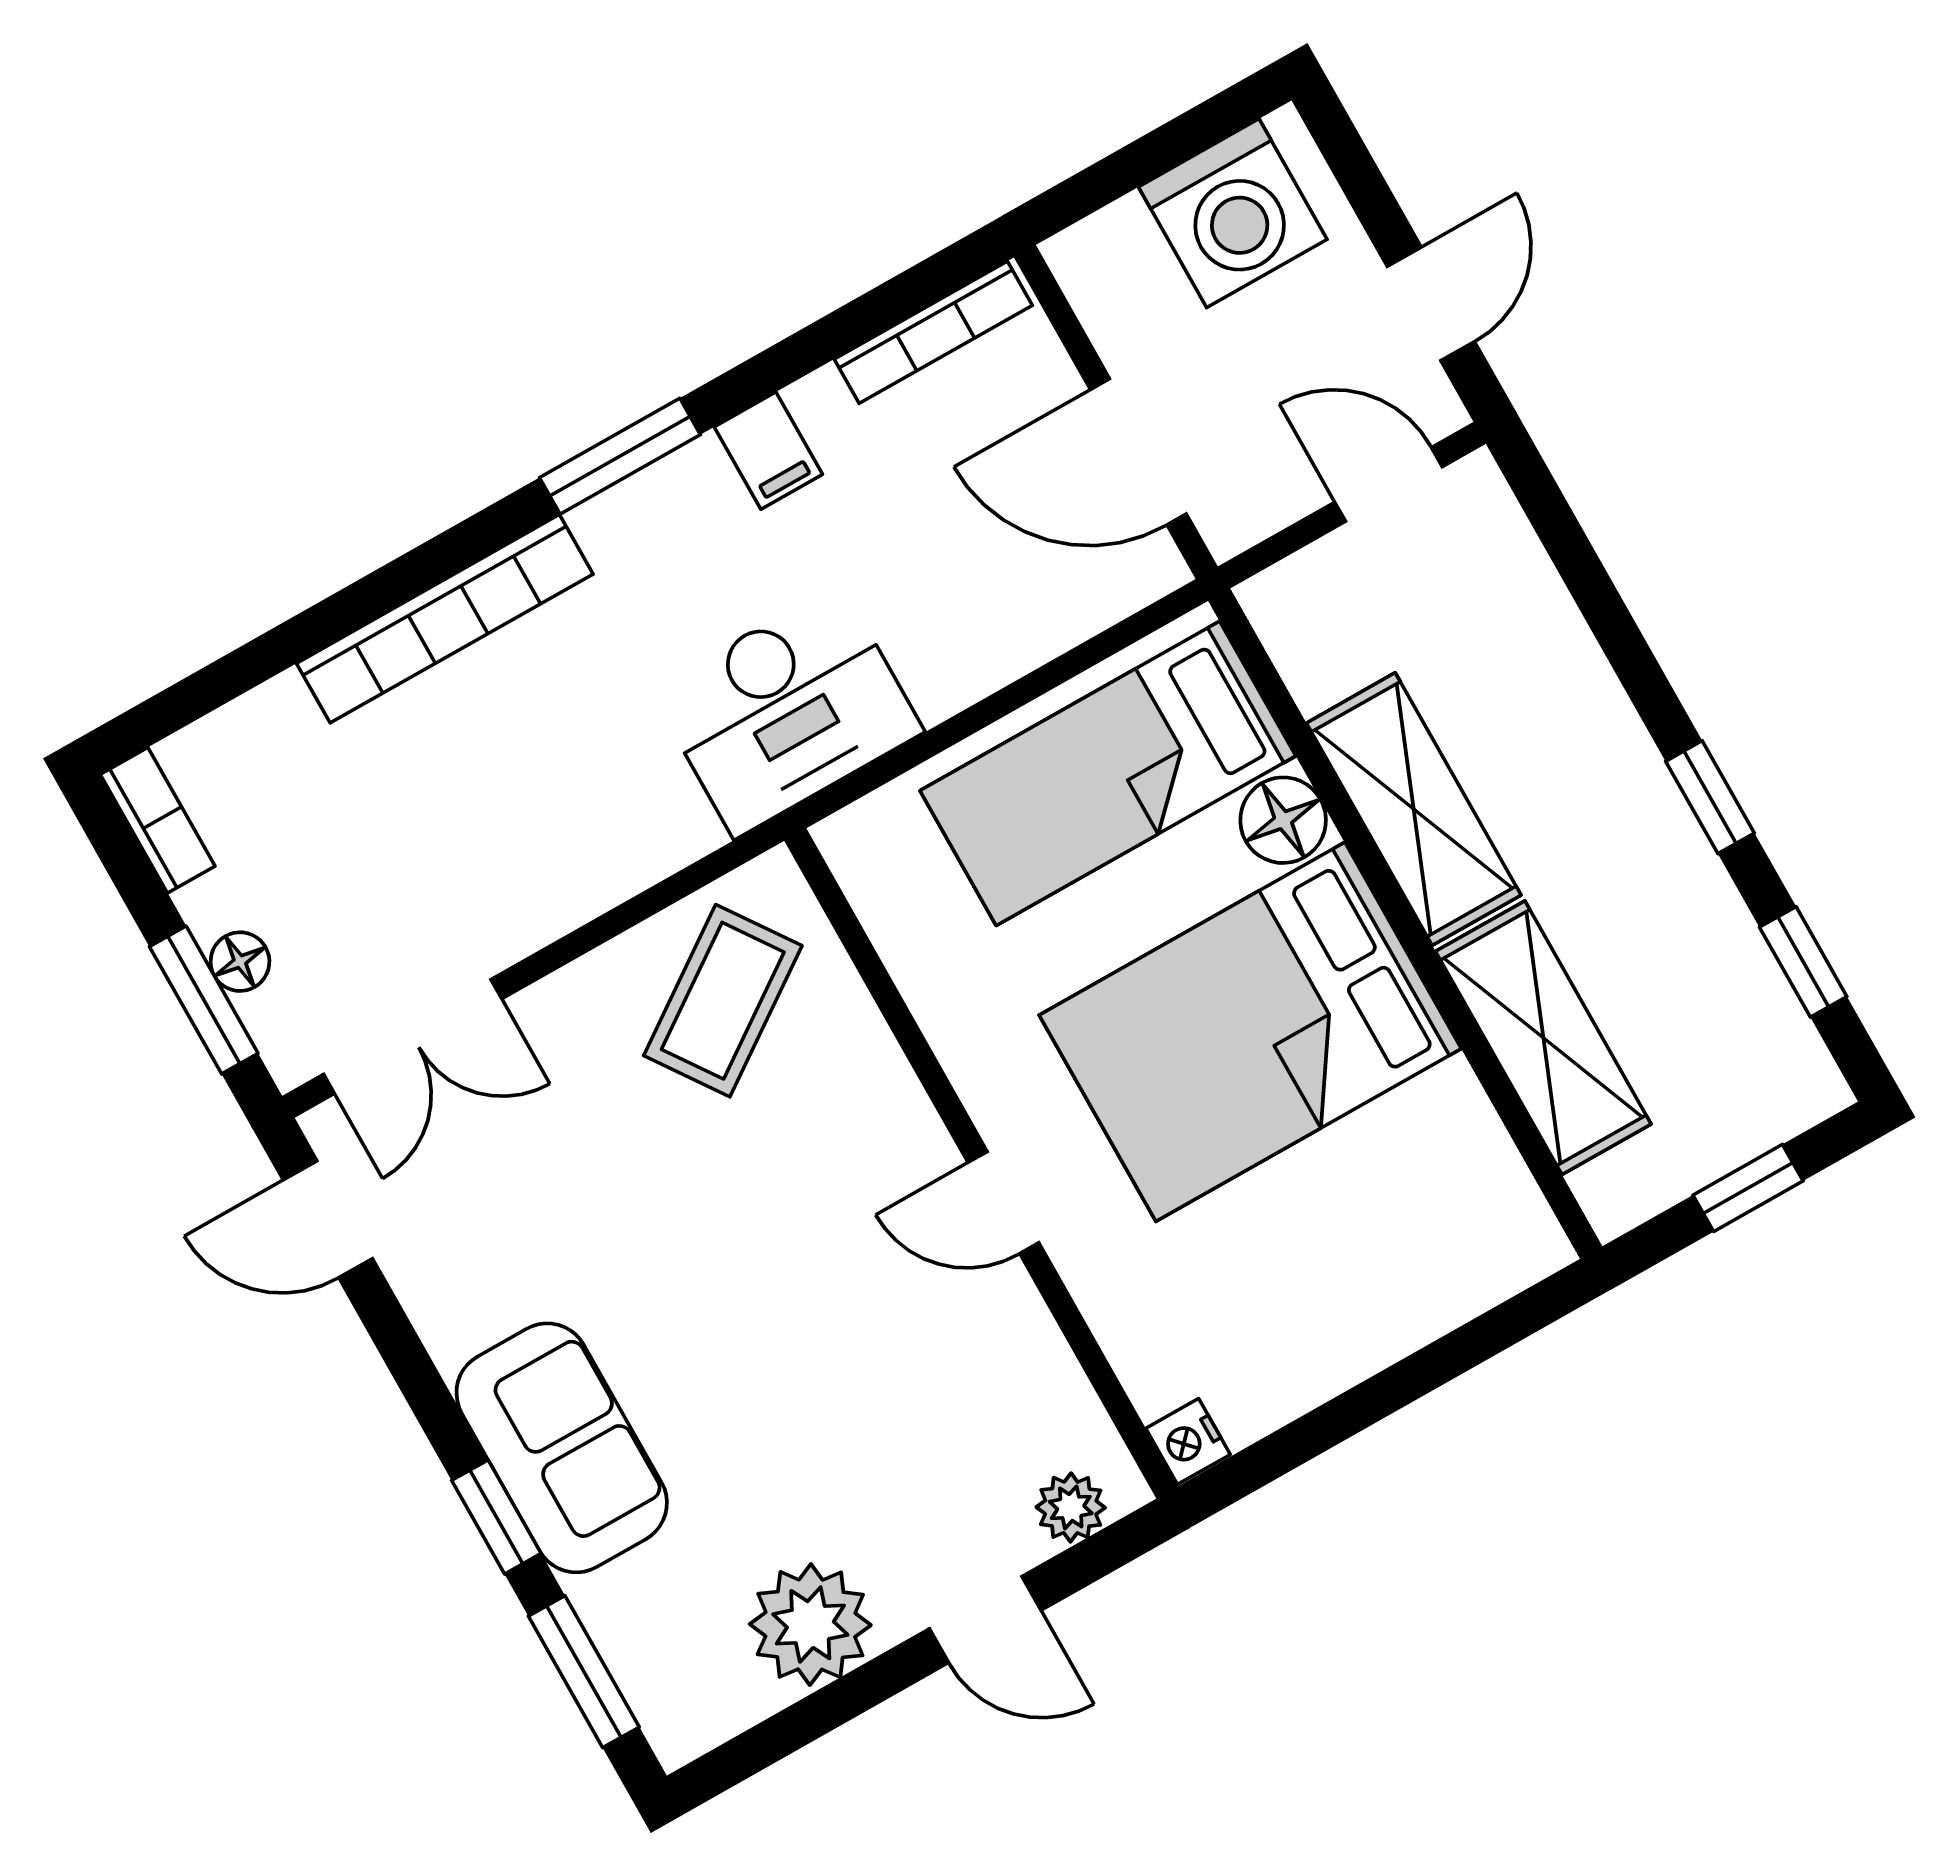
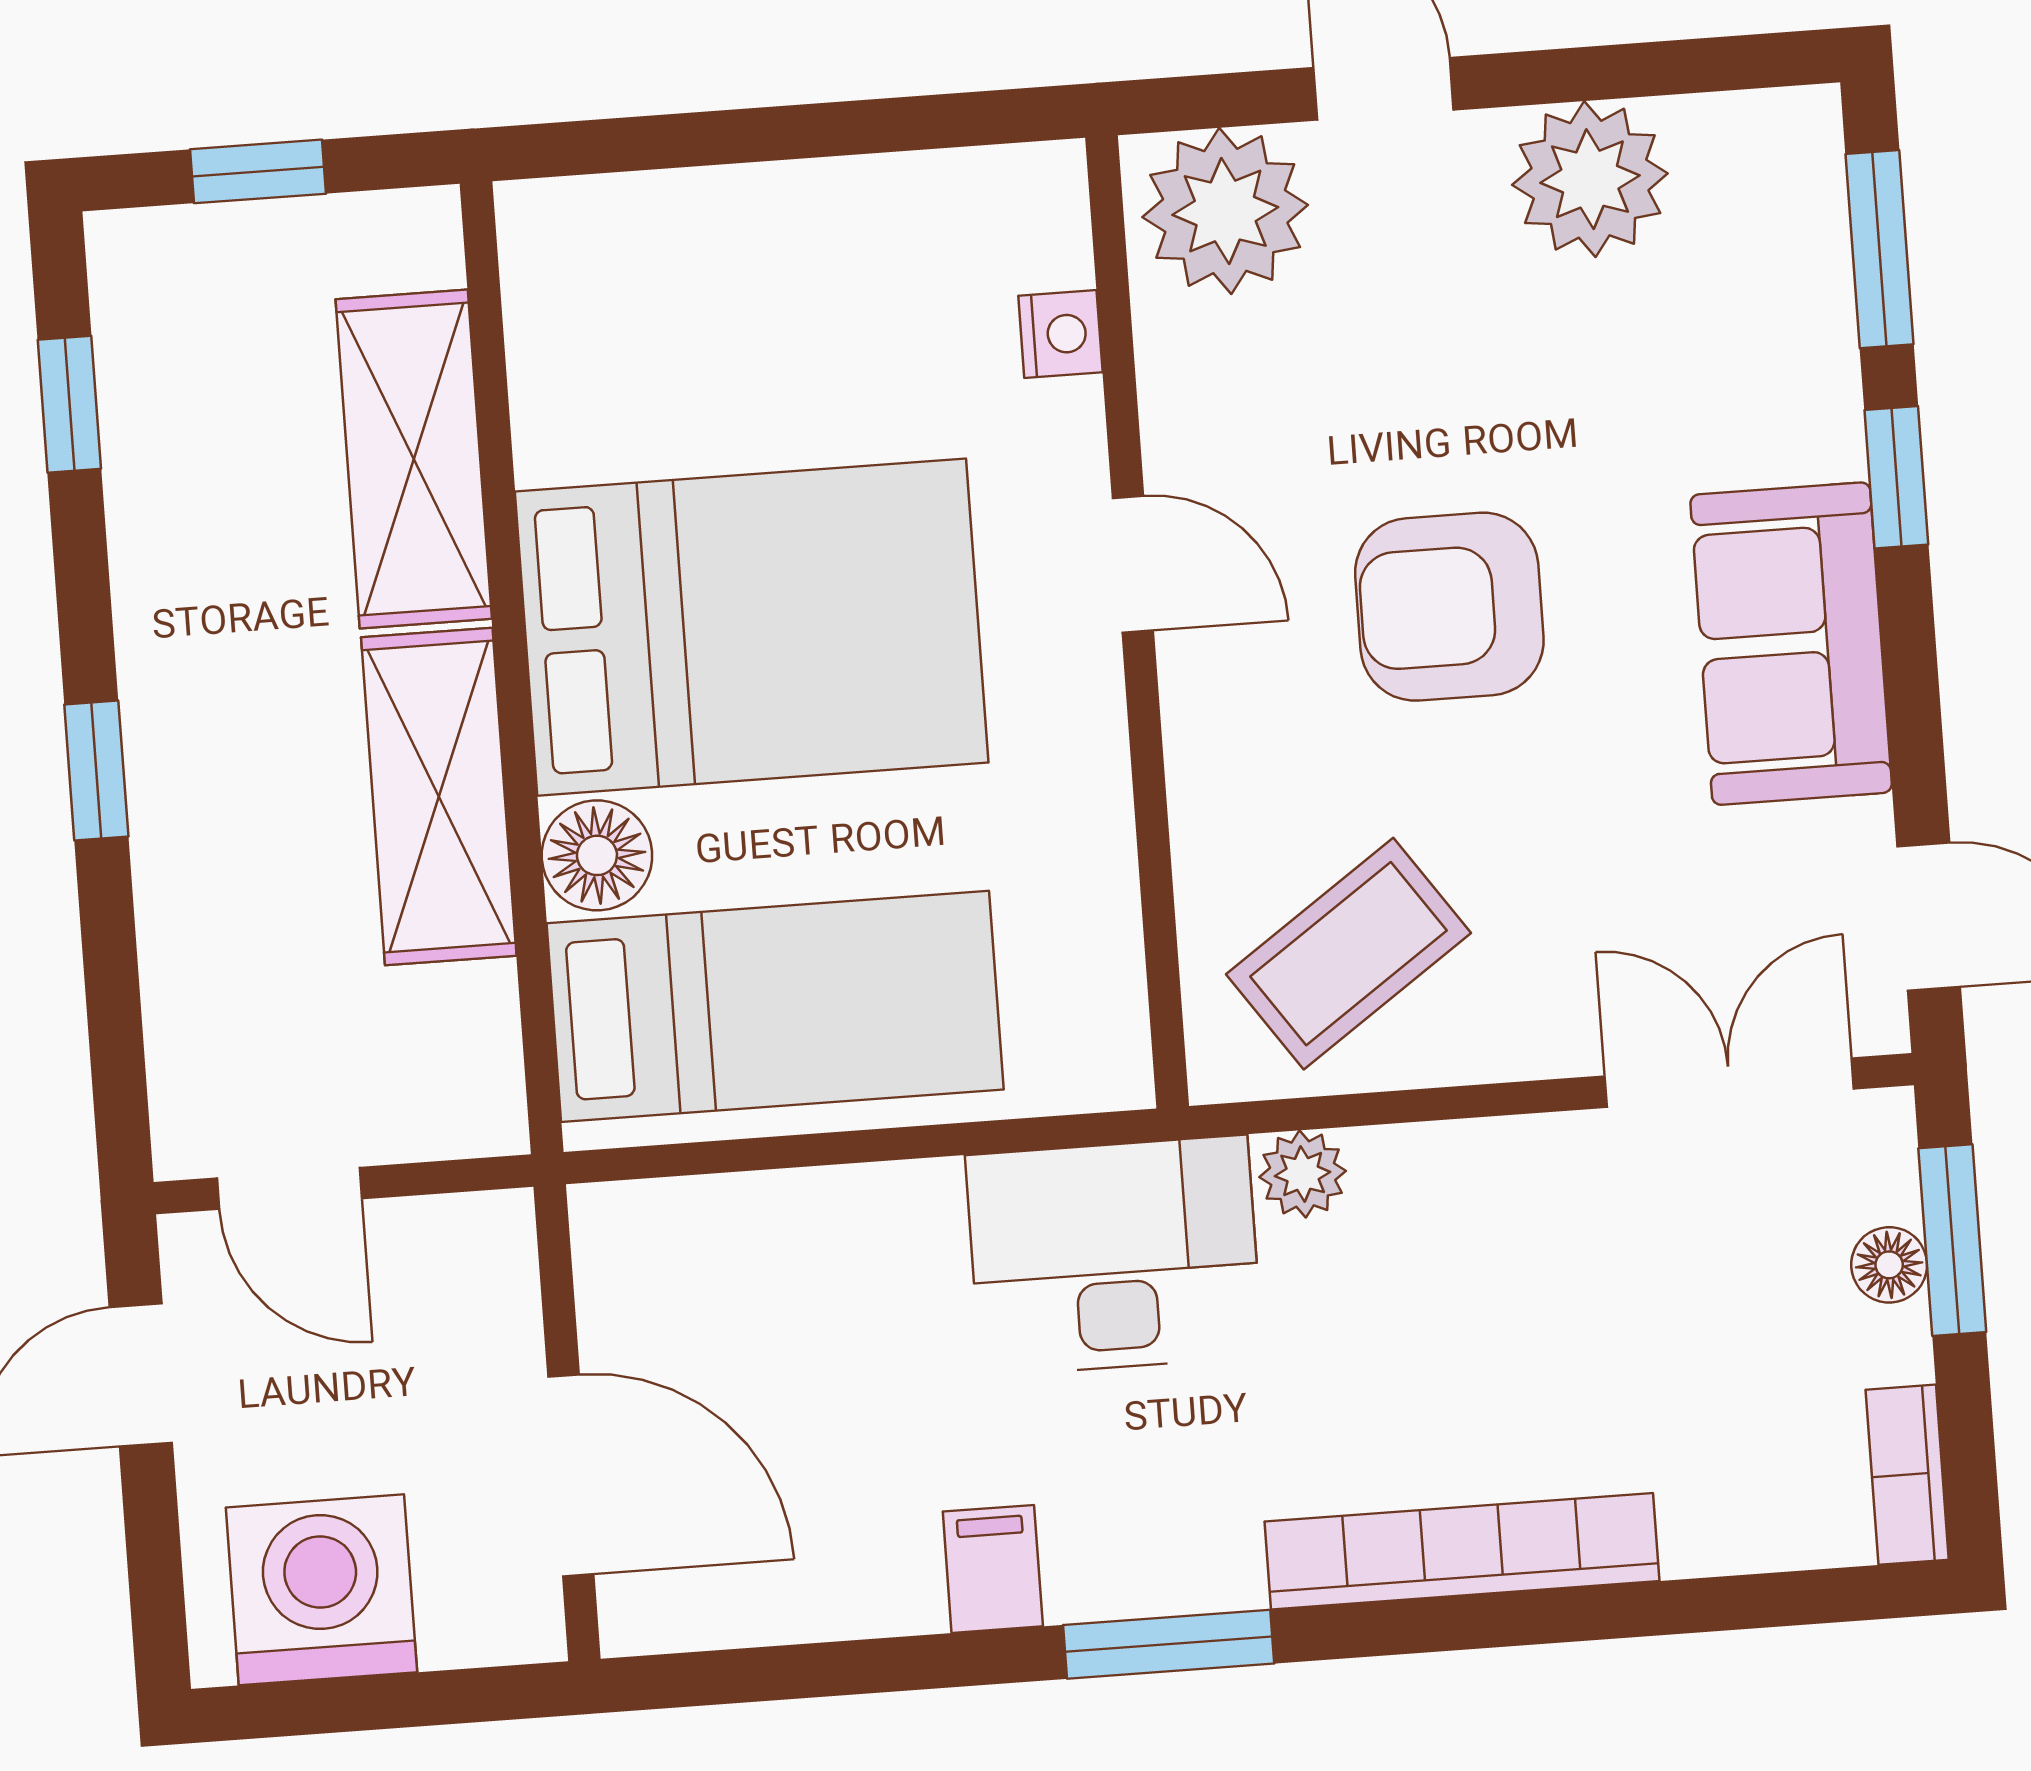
bookcase: (933, 332) -> (736, 1616), removed
door: (1138, 452) -> (571, 1475), moved
window: (1710, 797) -> (96, 770), moved
plant: (682, 831) -> (1303, 1174), added
armchair: (767, 1278) -> (1449, 607), added
nightstand: (1188, 1441) -> (1060, 334), moved
sofa: (562, 1448) -> (1791, 644), moved
plant: (1071, 1507) -> (1225, 211), width x1.88, depth x1.88

